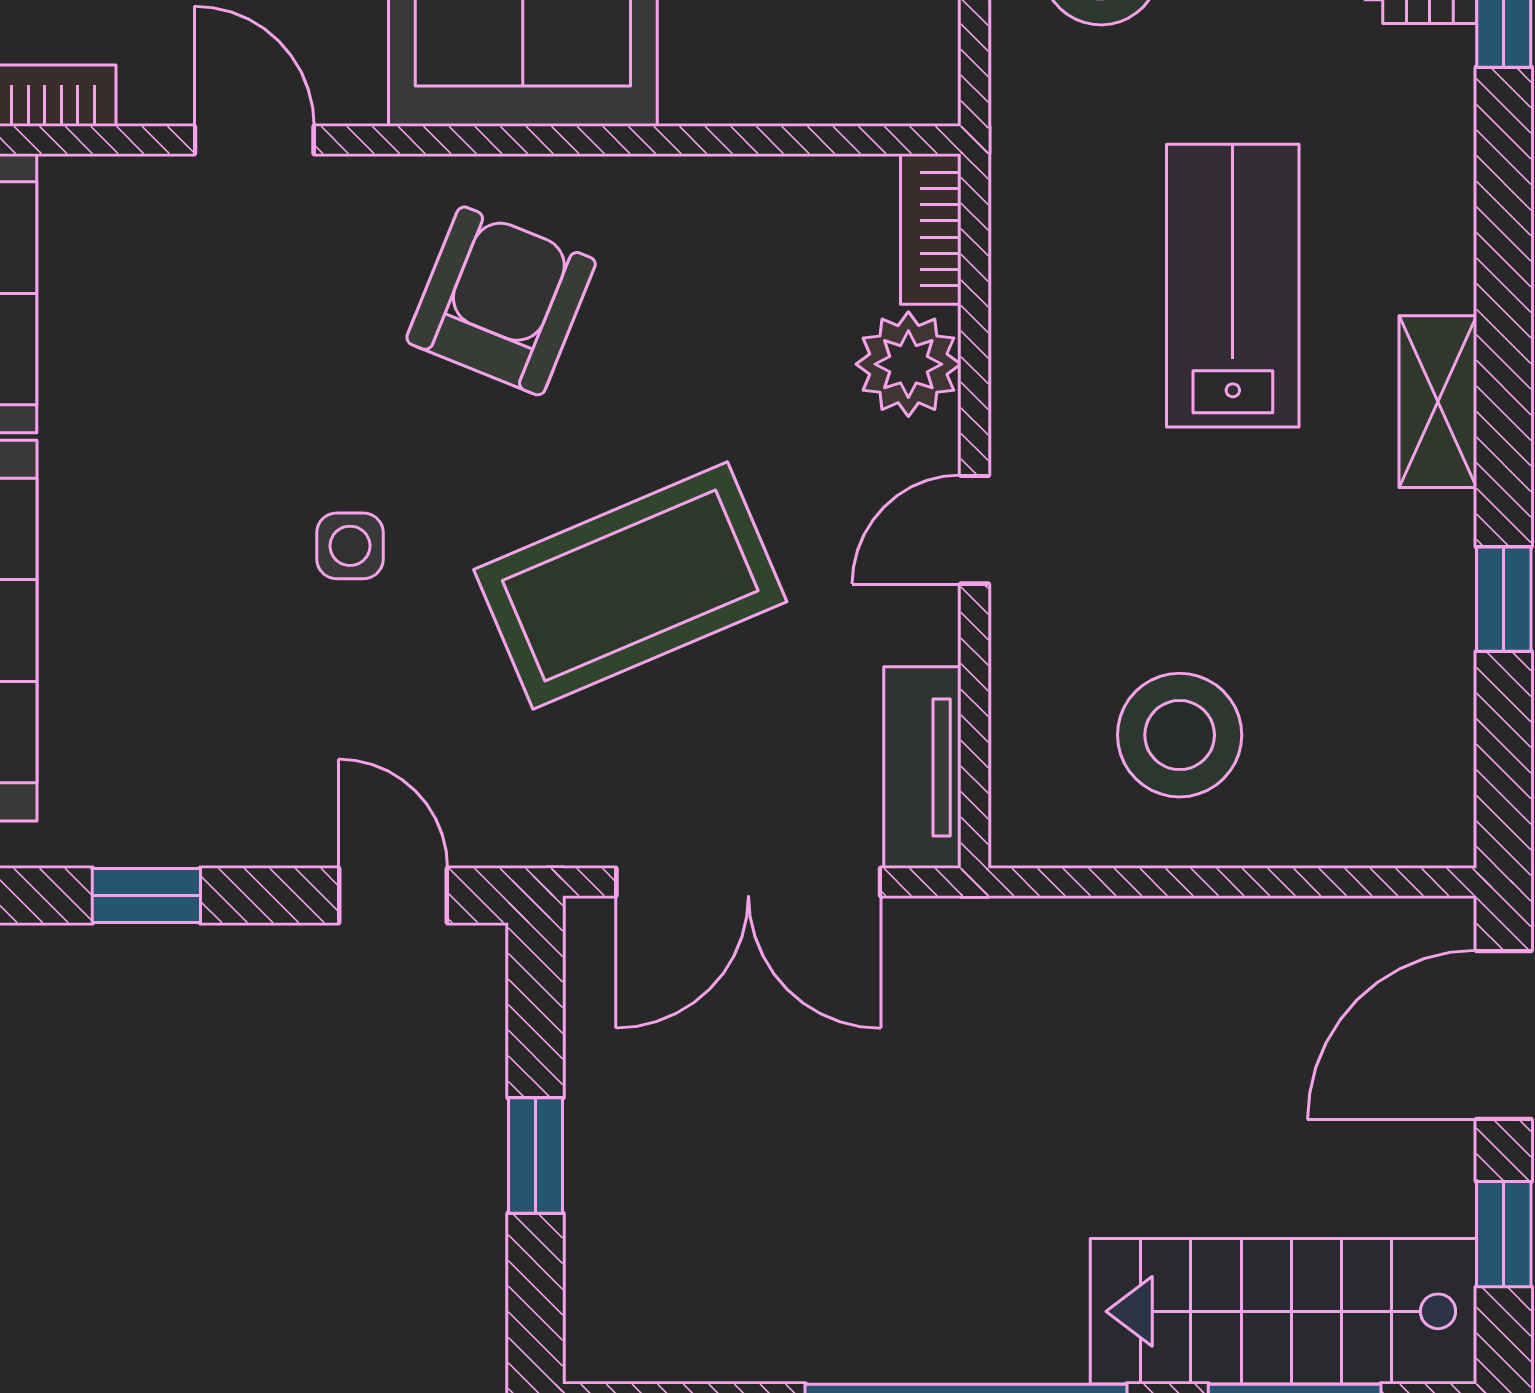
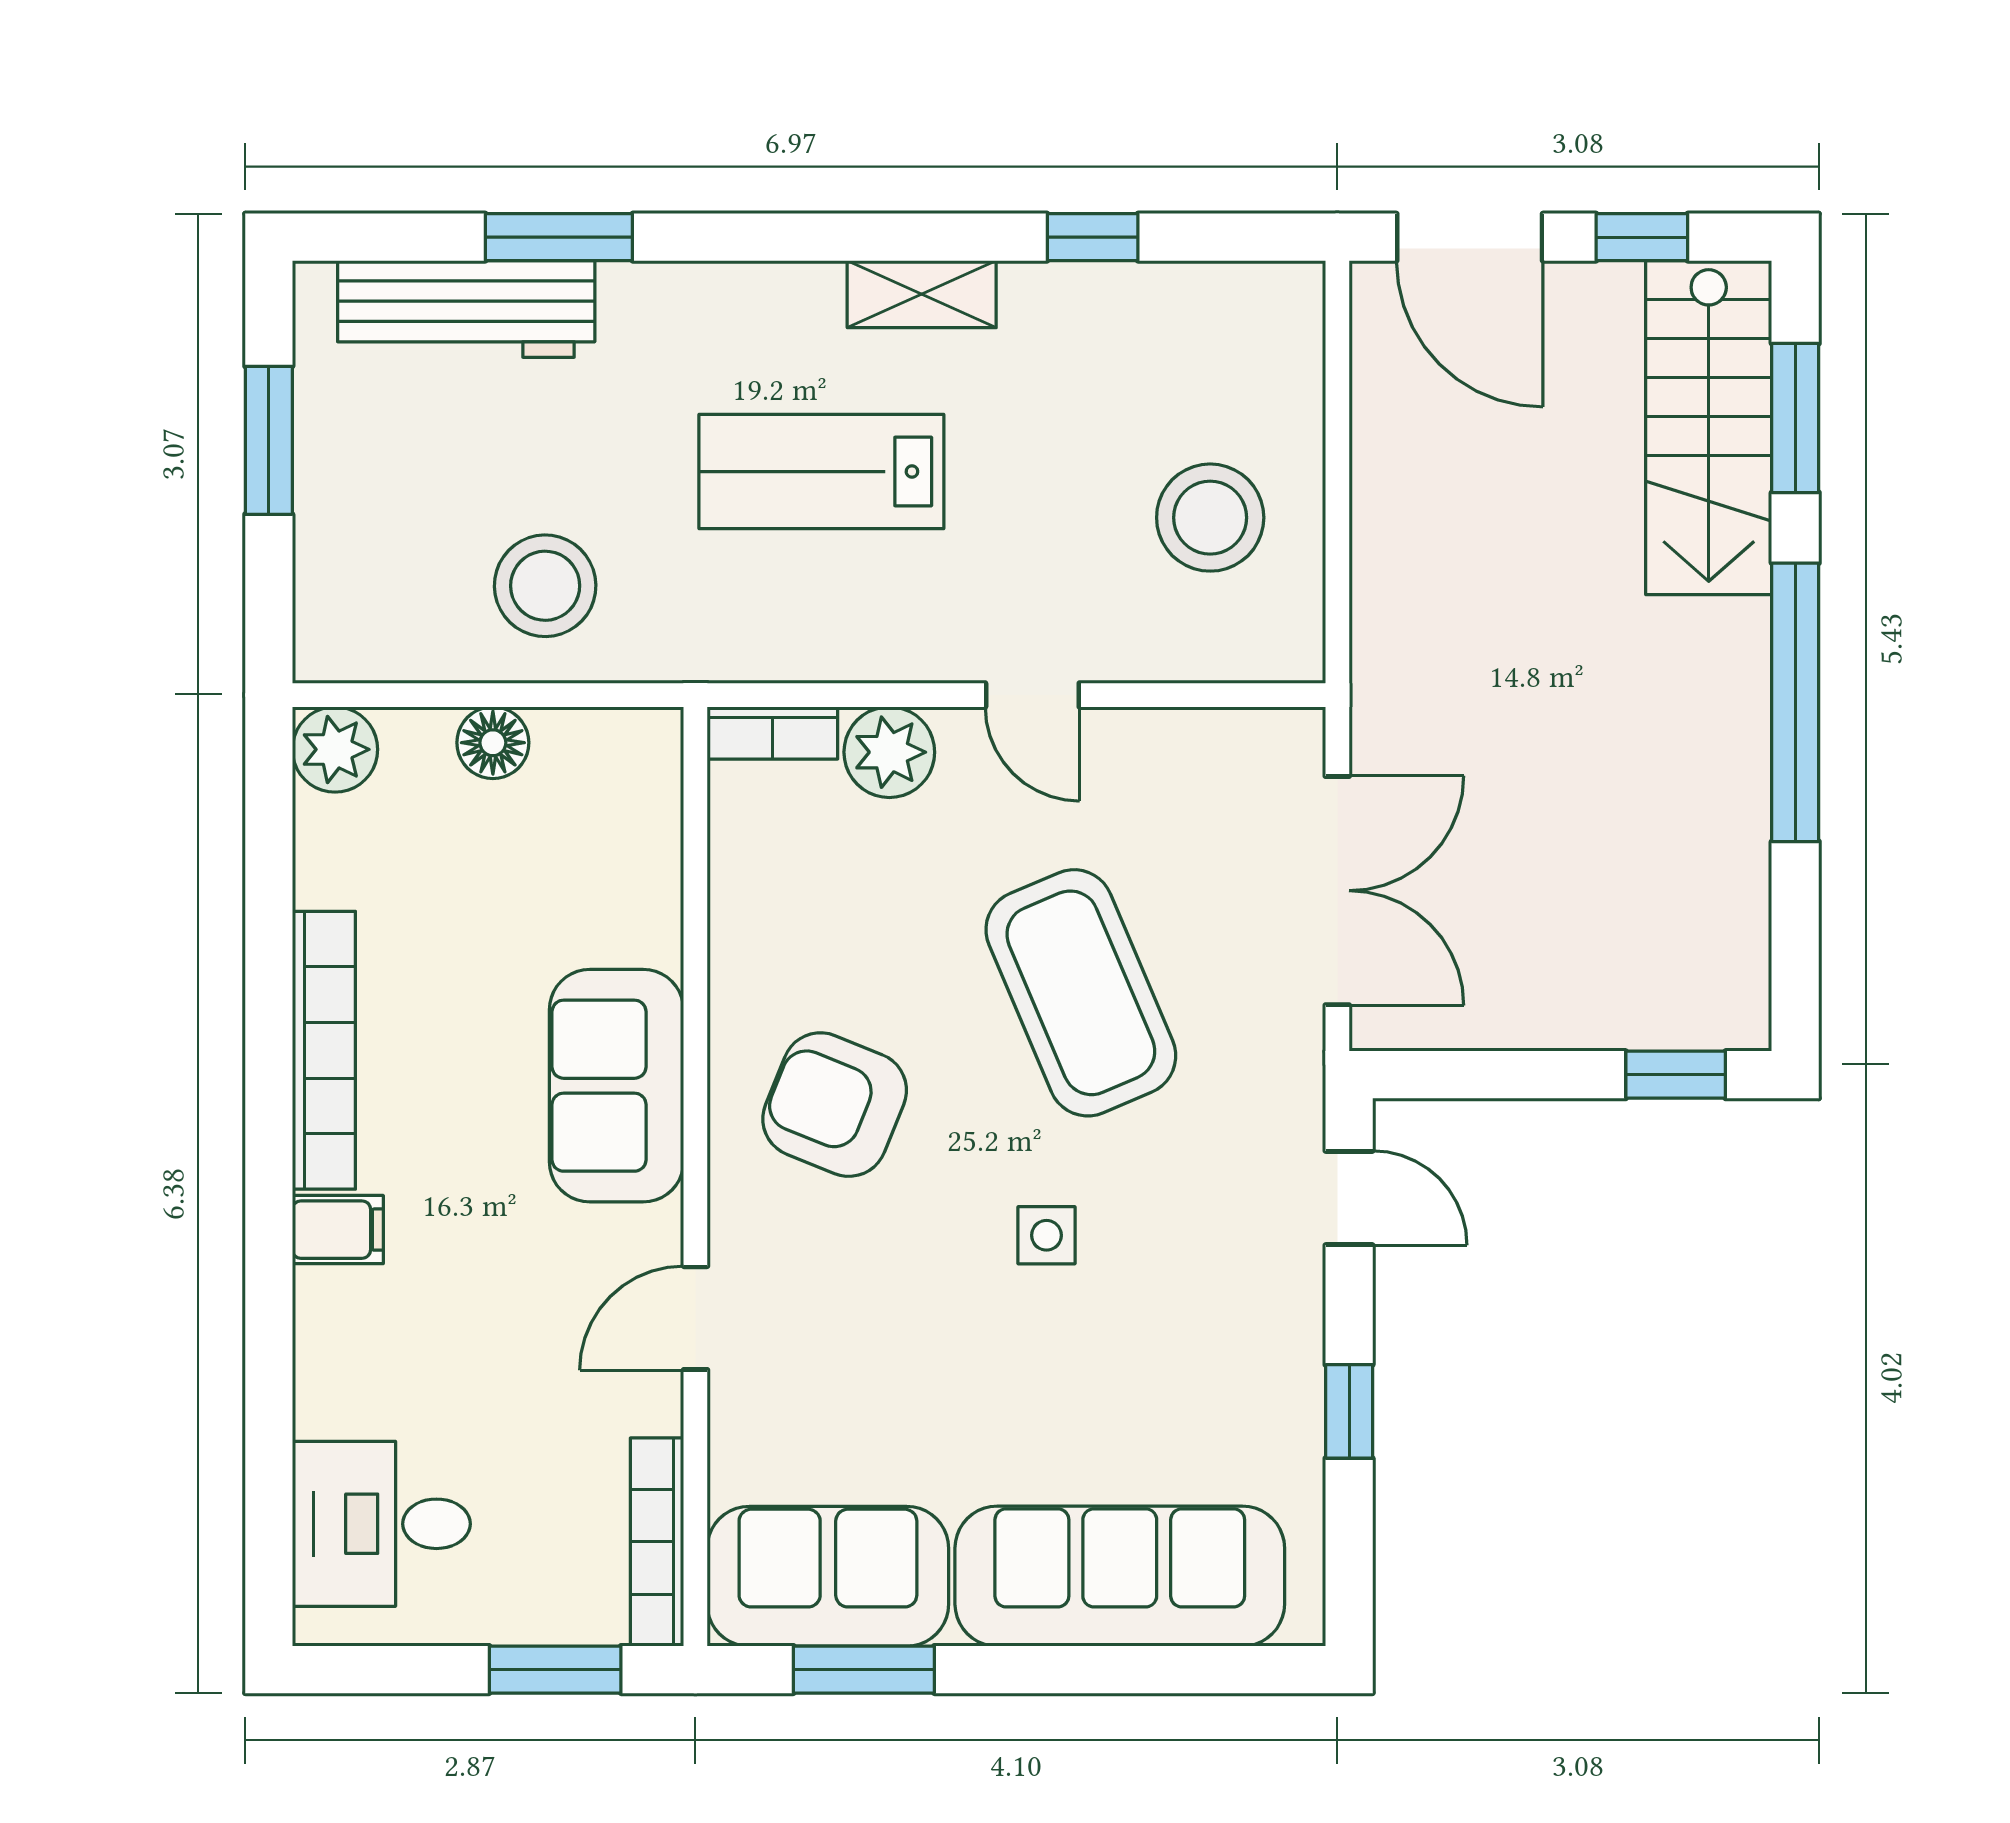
tv unit: (922, 768) -> (1238, 740), removed
door: (393, 896) -> (1349, 1198), swing flipped
window: (536, 1156) -> (1676, 1075), moved

